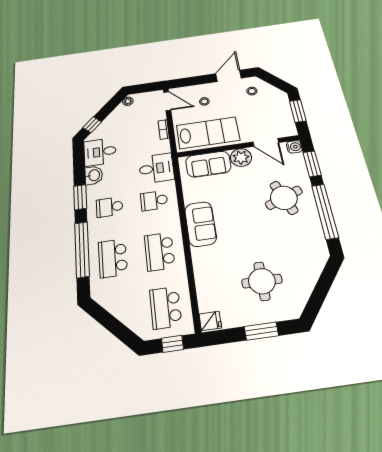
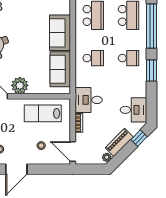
piano: (115, 117) -> (119, 142), added
lab bench: (208, 133) -> (43, 113), width x0.73, depth x0.72
sofa: (208, 164) -> (60, 69), moved, turned -90
desk: (156, 168) -> (89, 100), moved
washbasin: (94, 175) -> (140, 89), removed

